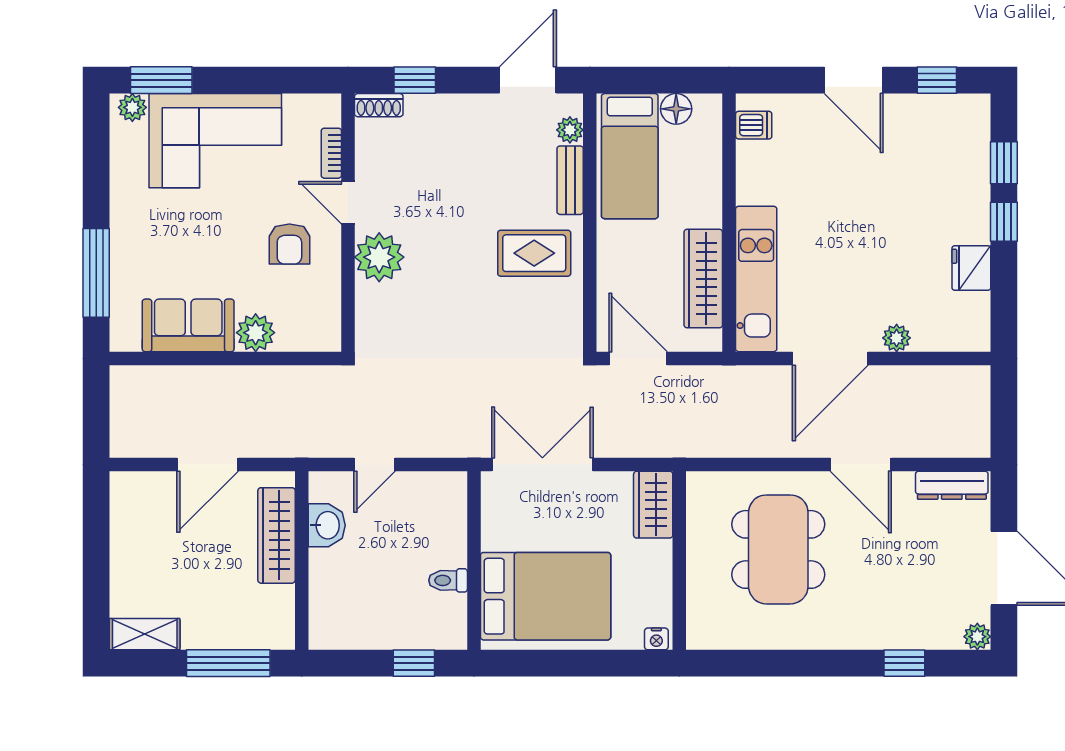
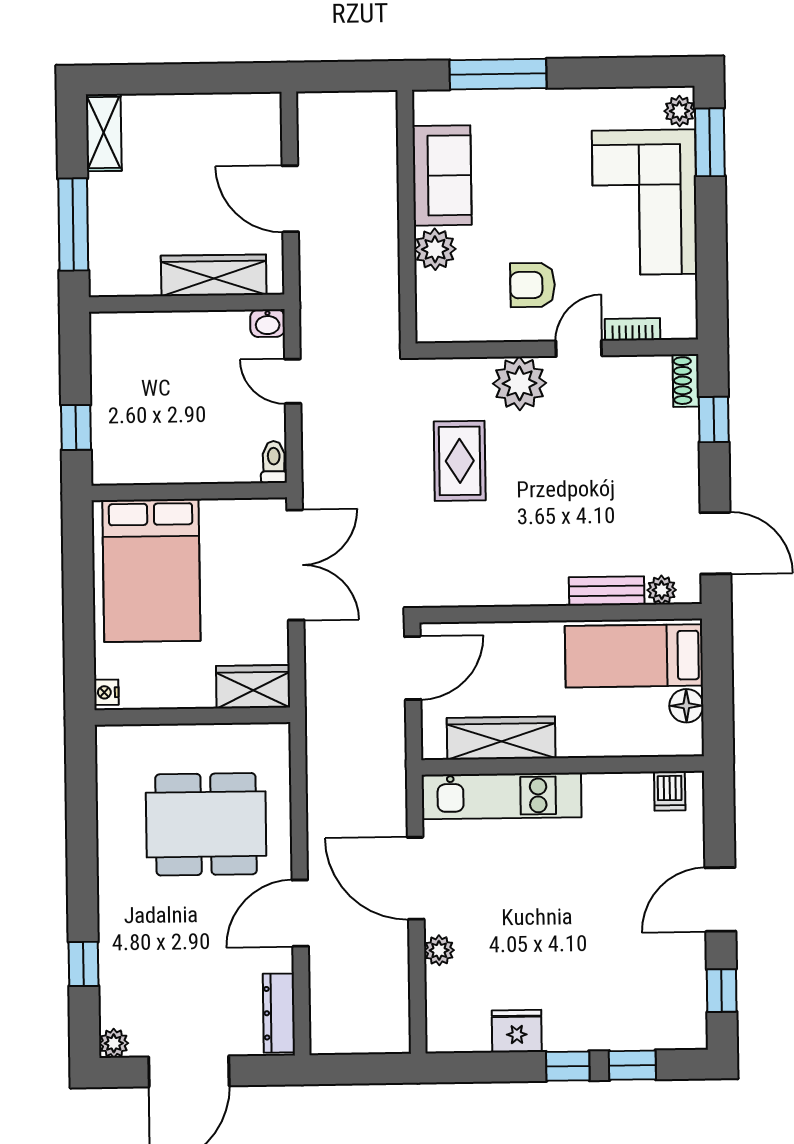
rug: (534, 253) -> (460, 461), moved
washbasin: (327, 525) -> (268, 323), moved, width x0.72, depth x0.69
toilet: (448, 580) -> (274, 462), moved

